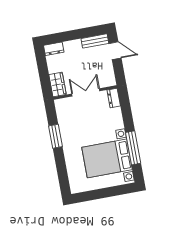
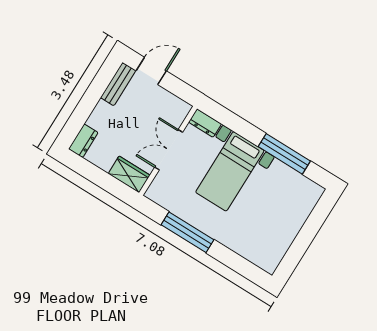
window: (55, 136) -> (188, 232), width x1.44
bed with nightstands: (107, 158) -> (230, 171), moved, width x0.73

